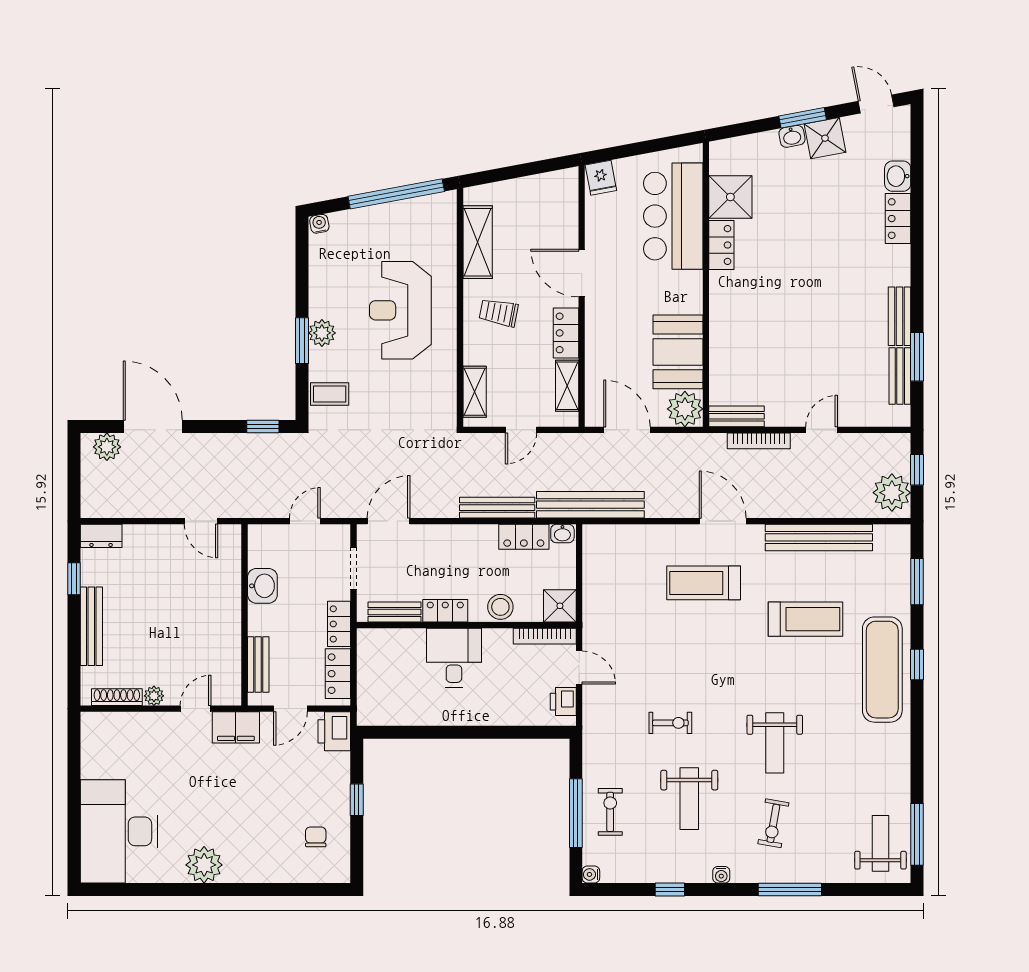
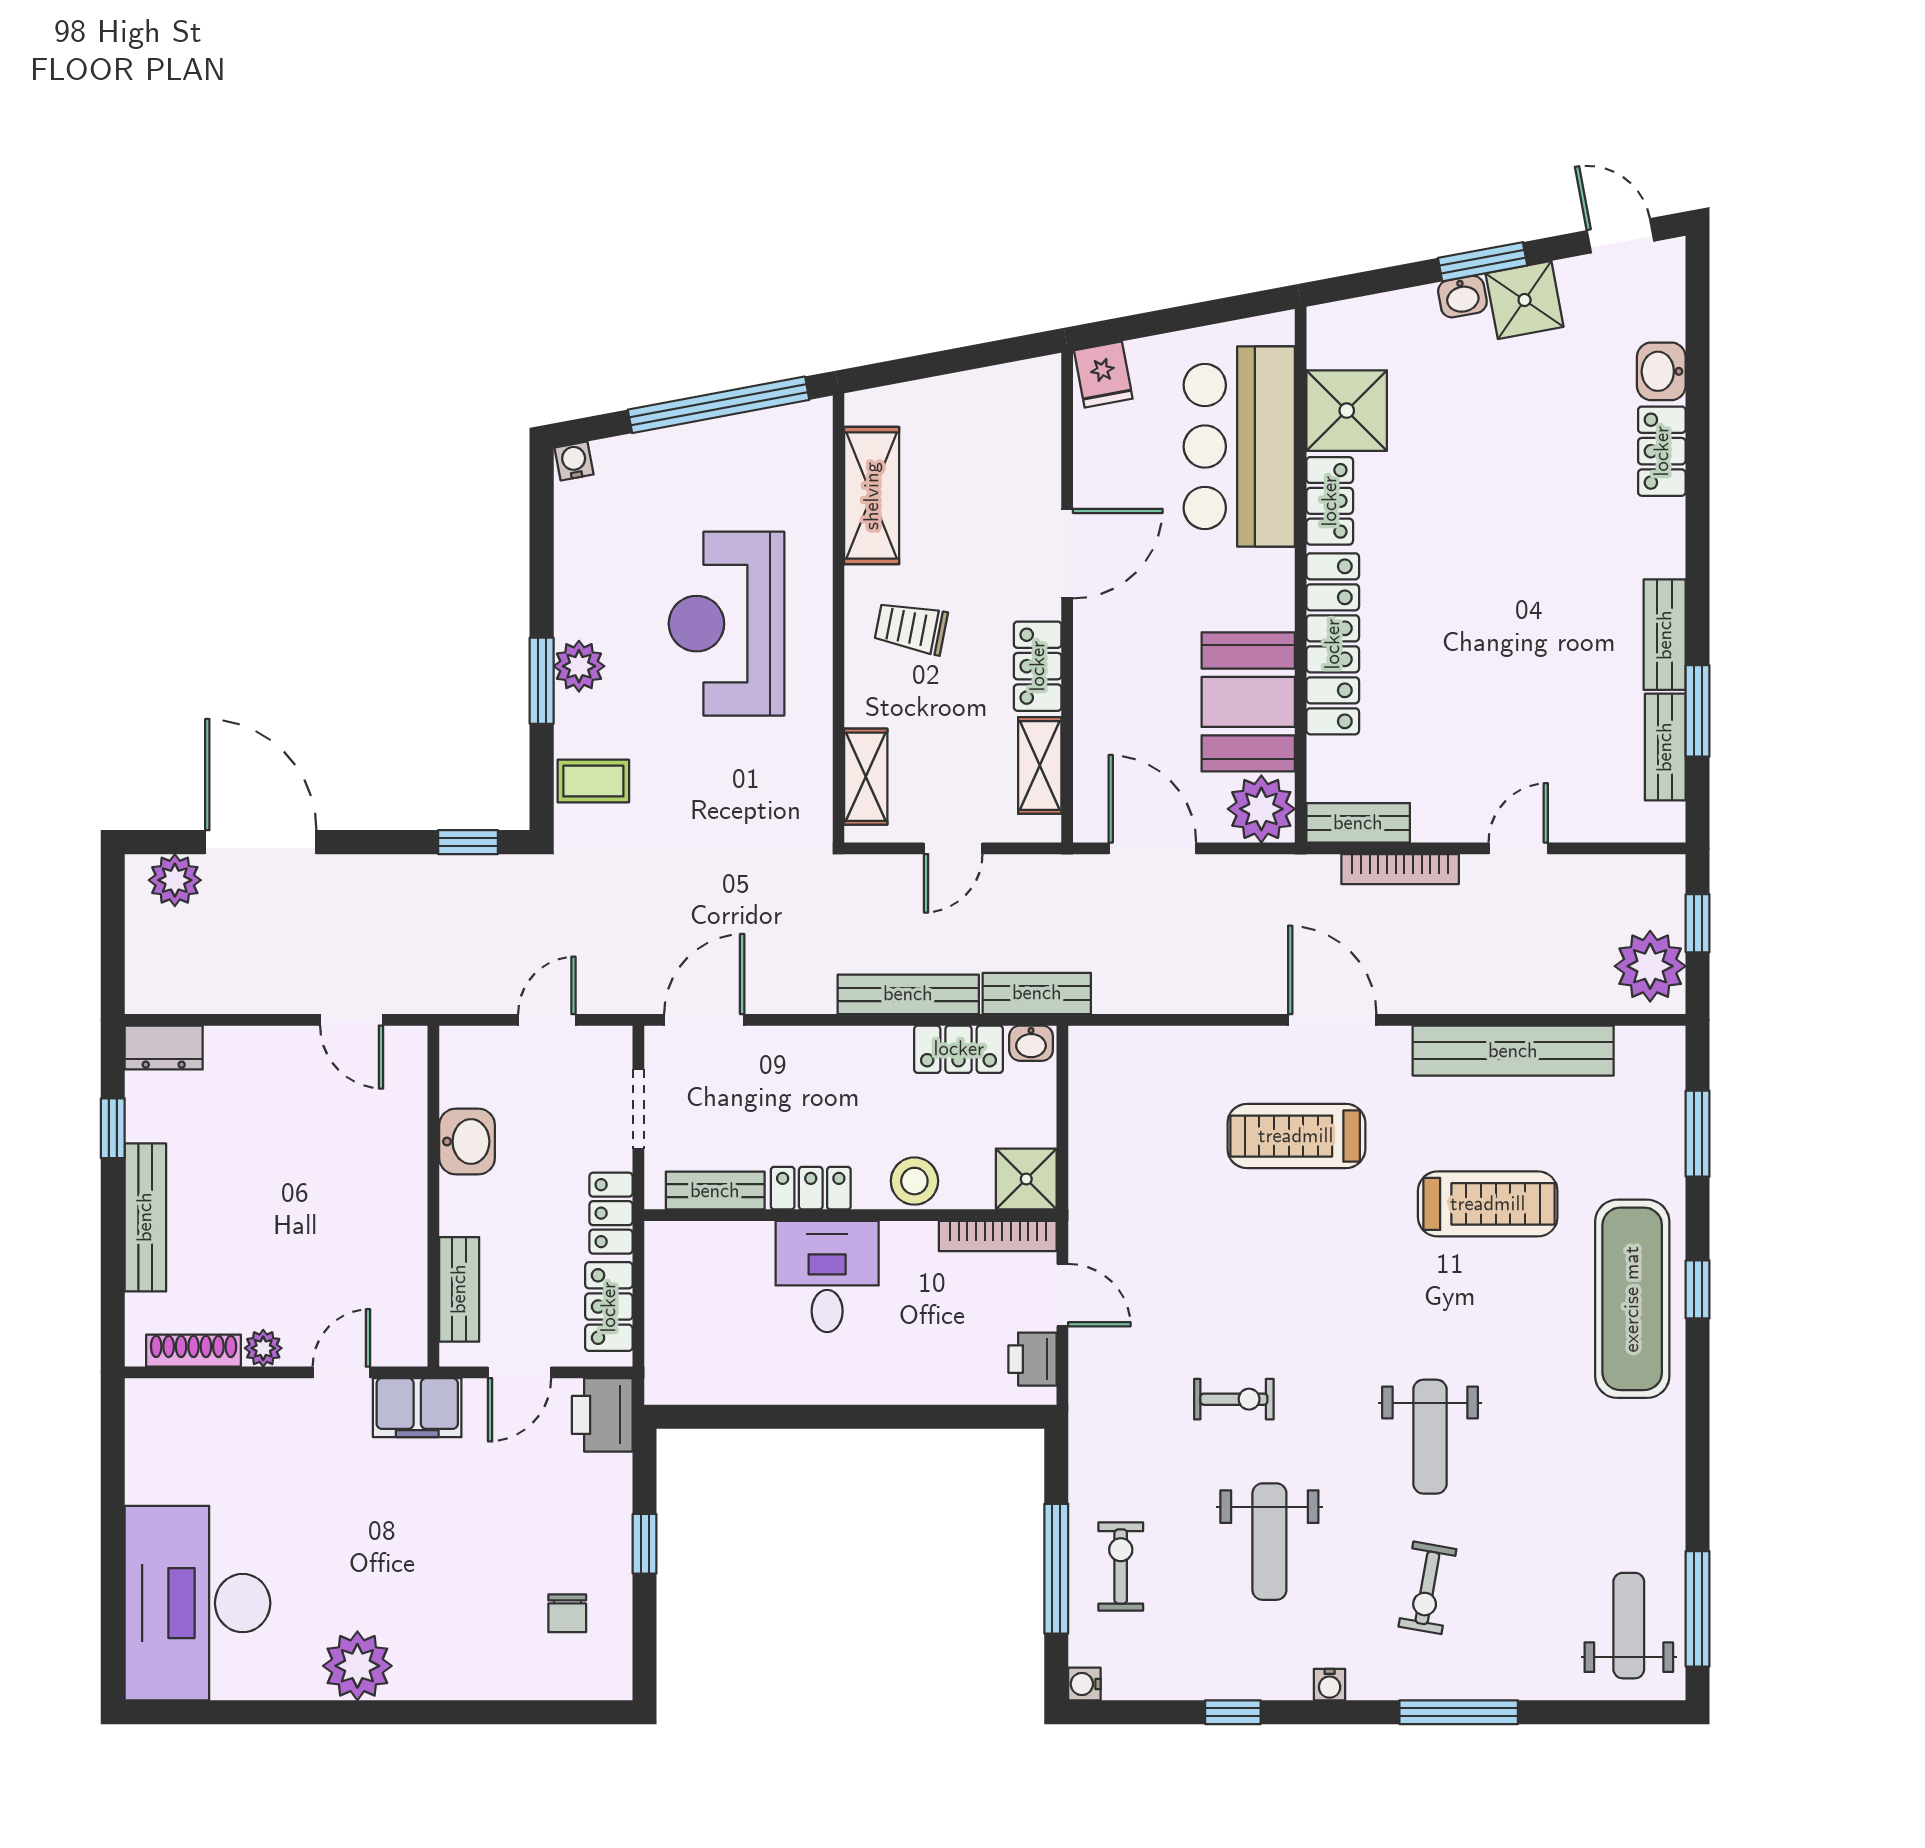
door: (582, 273) -> (1067, 554), swing flipped
locker: (723, 321) -> (1333, 644), added
bench: (590, 505) -> (1037, 993), width x0.54, depth x0.82
chair: (316, 837) -> (567, 1613), turned 180

